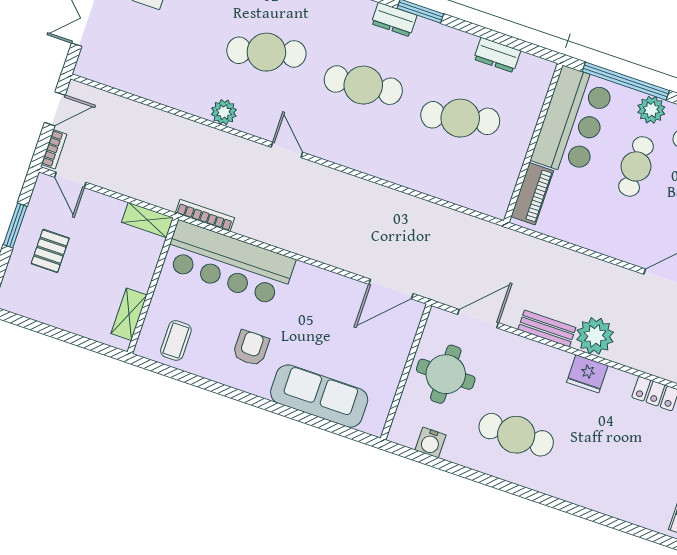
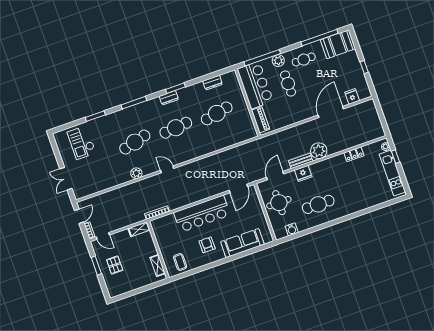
bar counter: (229, 263) -> (202, 214), moved
fridge: (587, 374) -> (303, 173), moved

